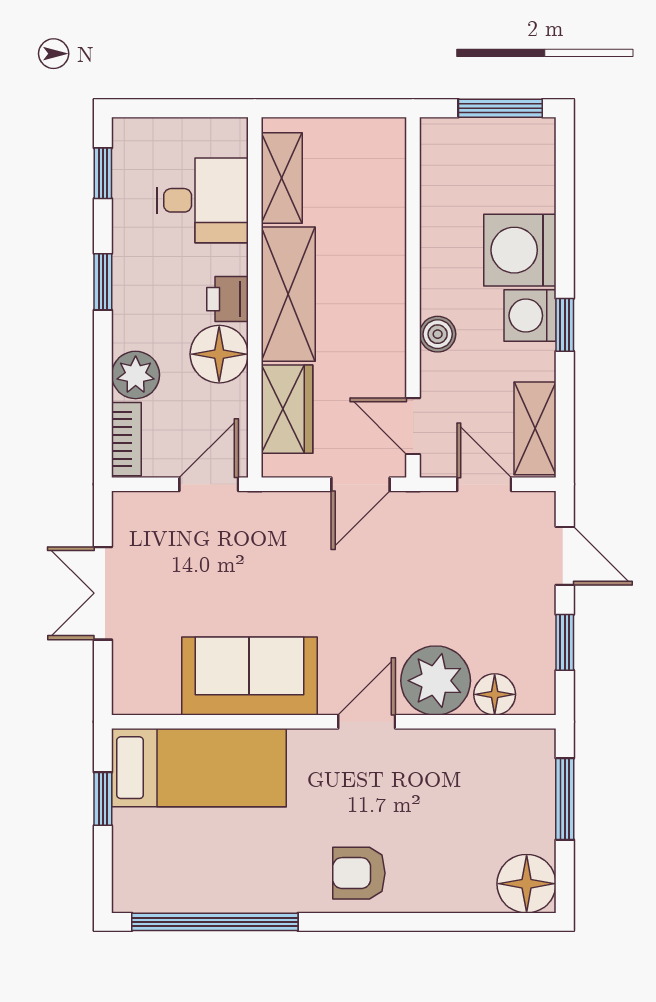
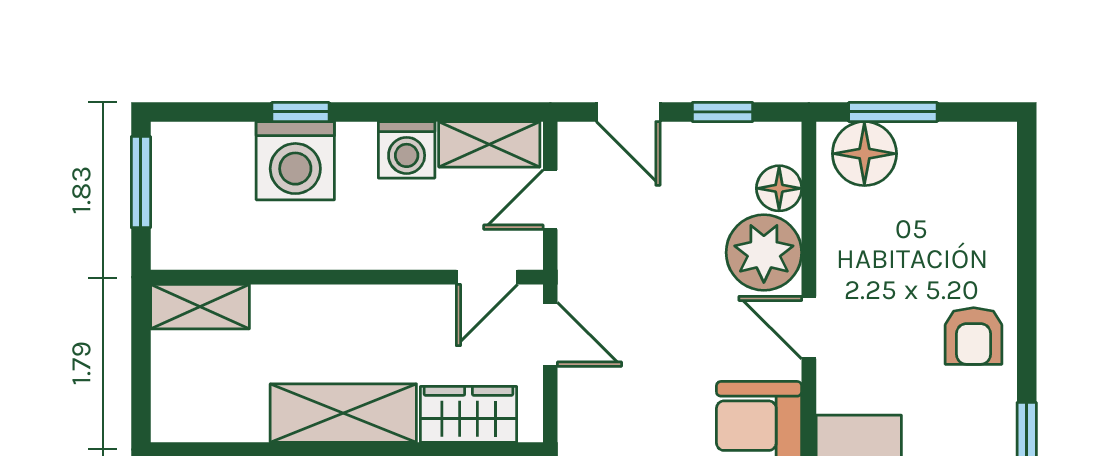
shelving: (282, 178) -> (200, 307), moved
washing machine: (530, 316) -> (407, 150), moved
window: (565, 325) -> (300, 112), moved
boiler: (438, 334) -> (387, 250), removed
door: (565, 556) -> (628, 112), swing flipped
floor lamp: (527, 884) -> (864, 154), moved

